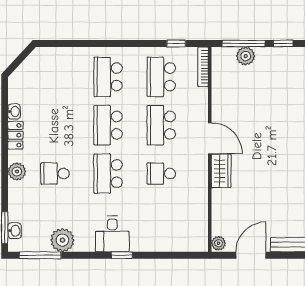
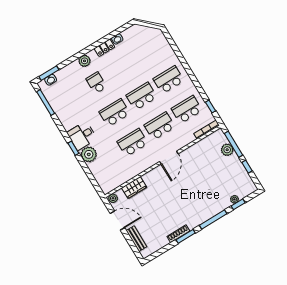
wardrobe: (221, 171) -> (134, 188), moved
school desk: (161, 174) -> (133, 142), width x1.85
plant: (62, 240) -> (89, 154), moved

